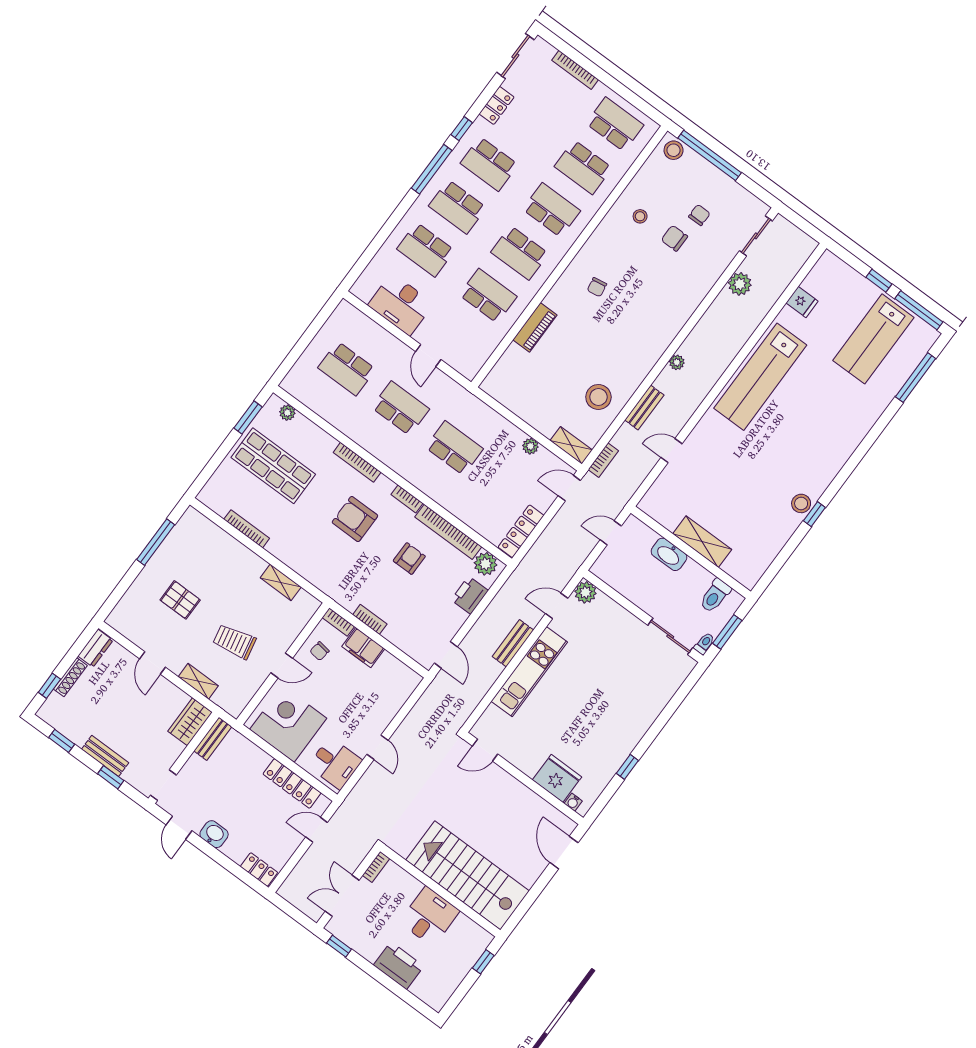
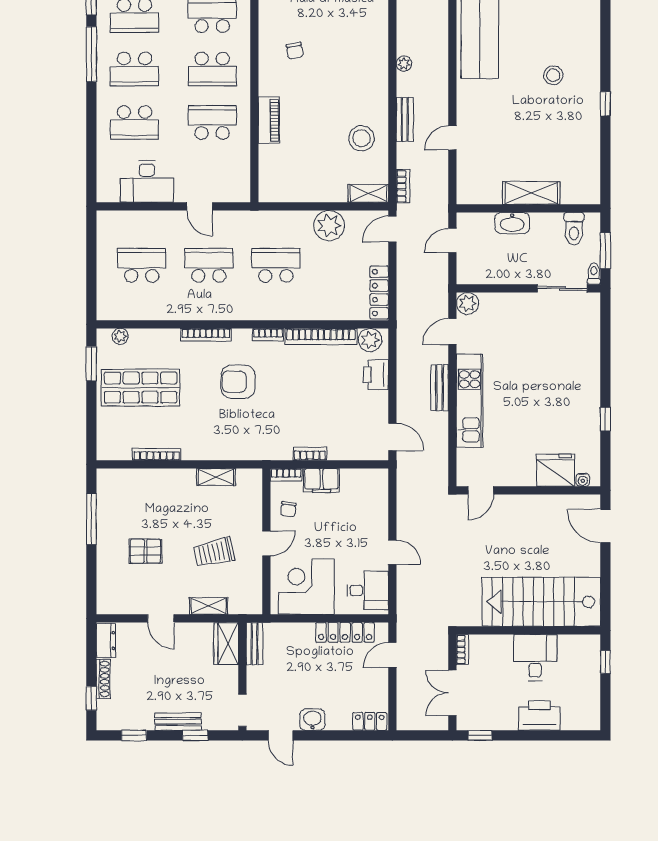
school desk: (347, 368) -> (142, 265), turned 180
plant: (530, 446) -> (329, 226), width x1.87, depth x1.87
stool: (801, 503) -> (553, 75), moved
armchair: (409, 559) -> (305, 381), removed

